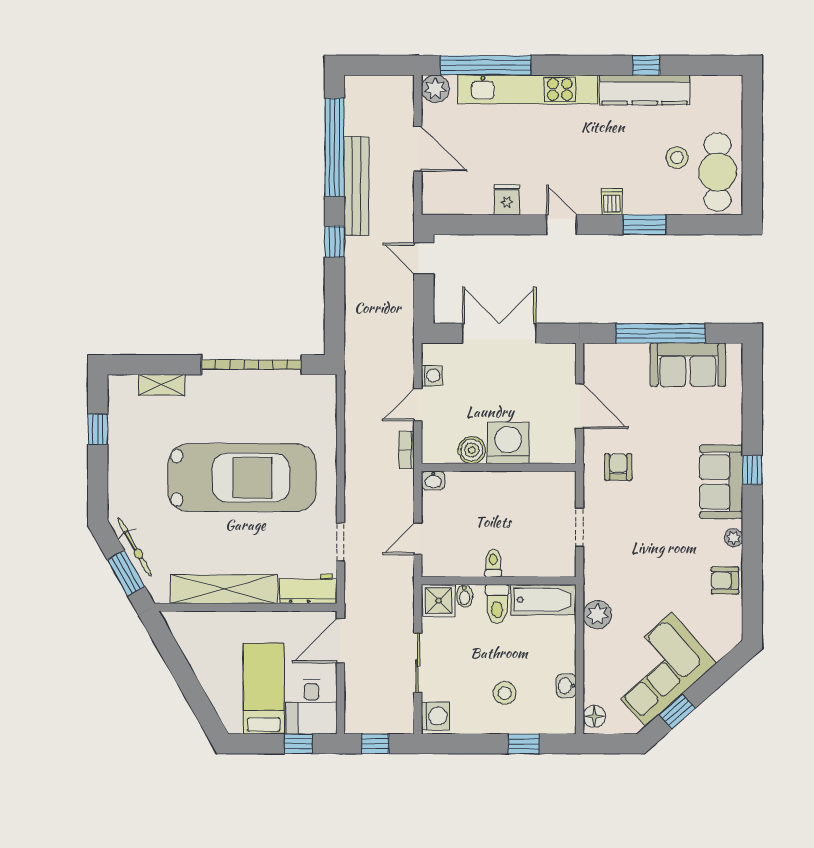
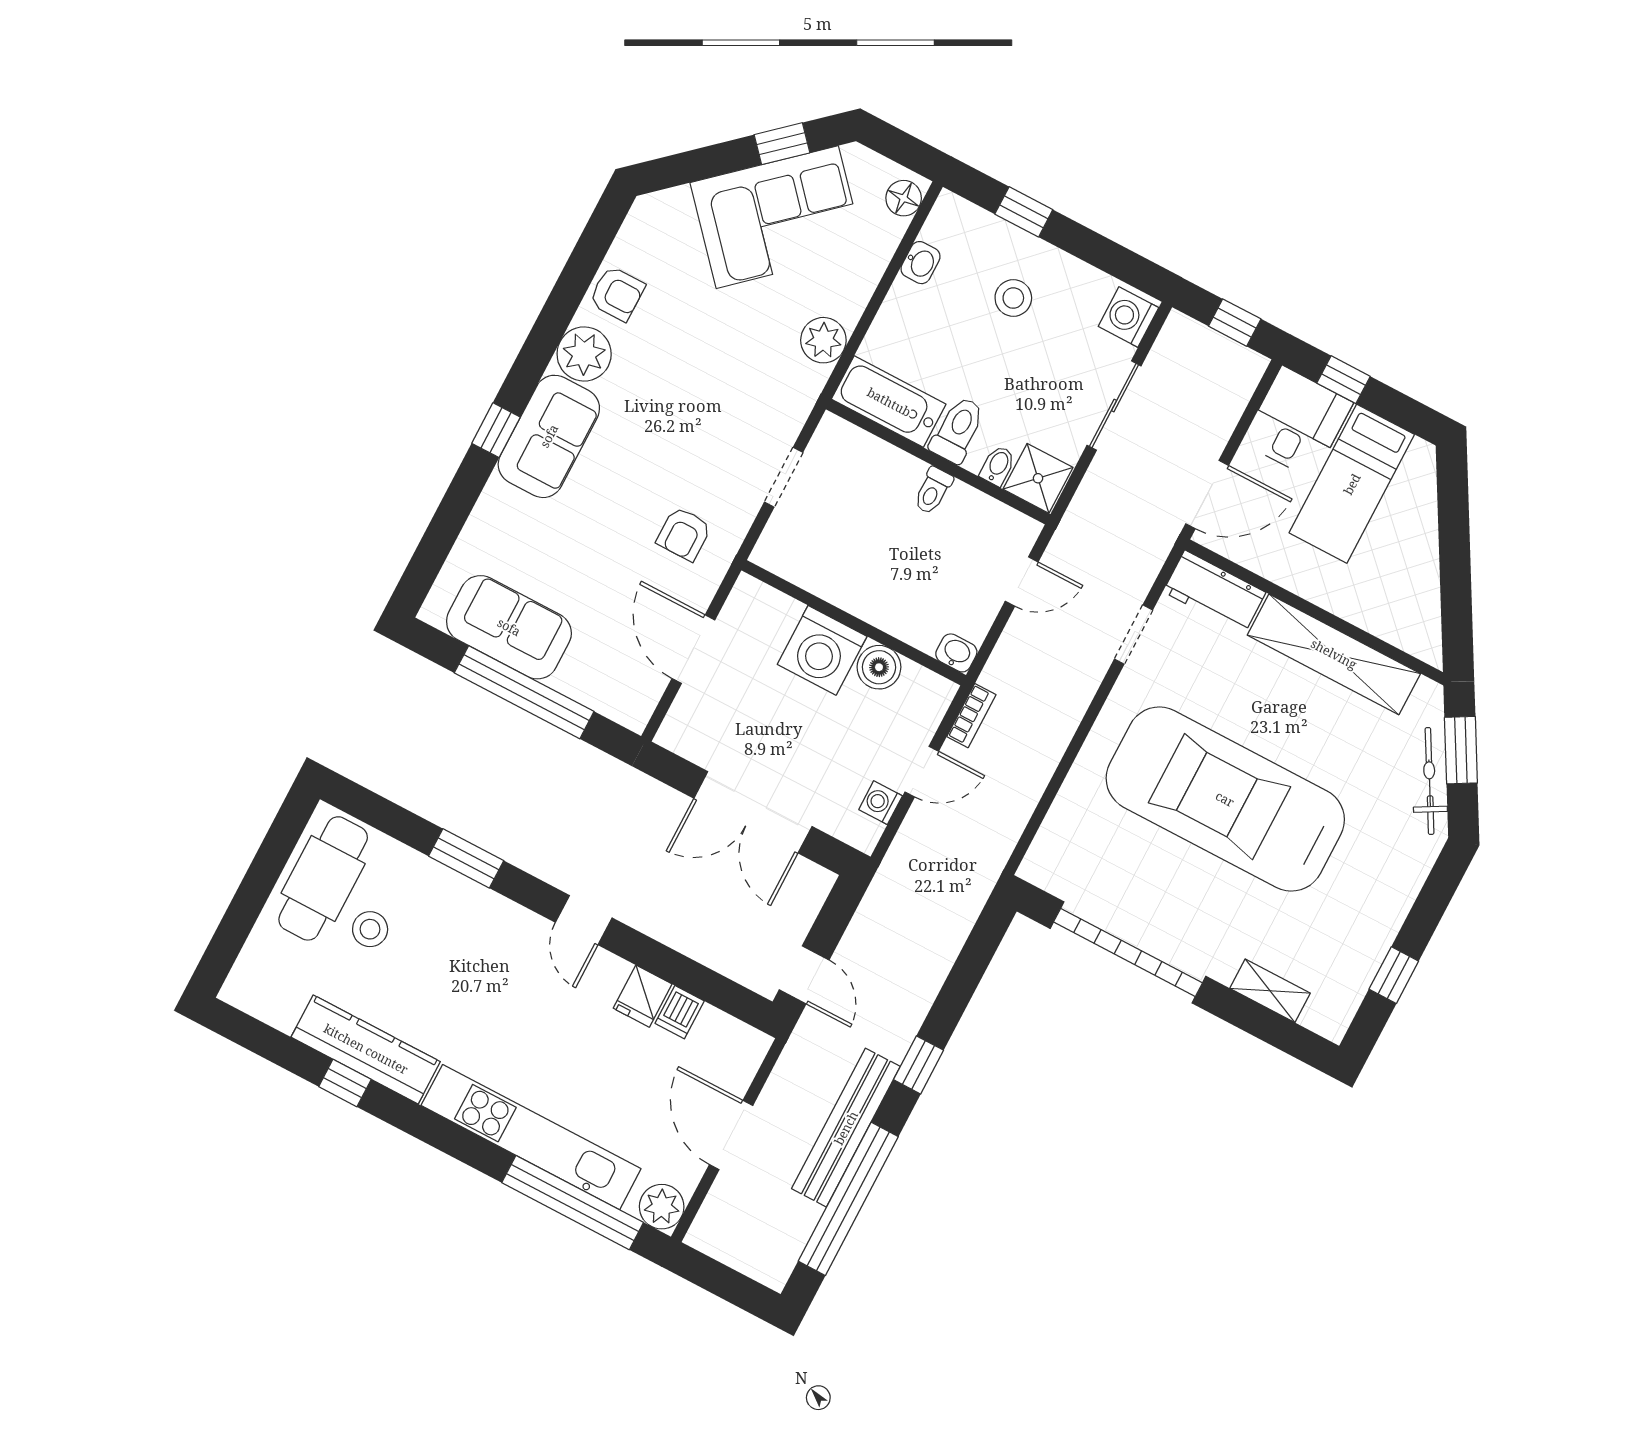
dishwasher: (612, 202) -> (680, 1012), moved
plant: (734, 538) -> (584, 354), width x1.87, depth x1.87

